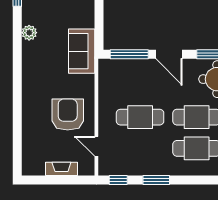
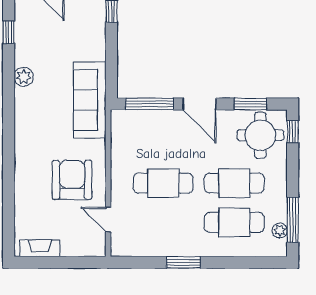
sofa: (82, 51) -> (90, 100), width x1.36
fireplace: (61, 169) -> (40, 248), moved
window: (118, 180) -> (136, 262), removed

